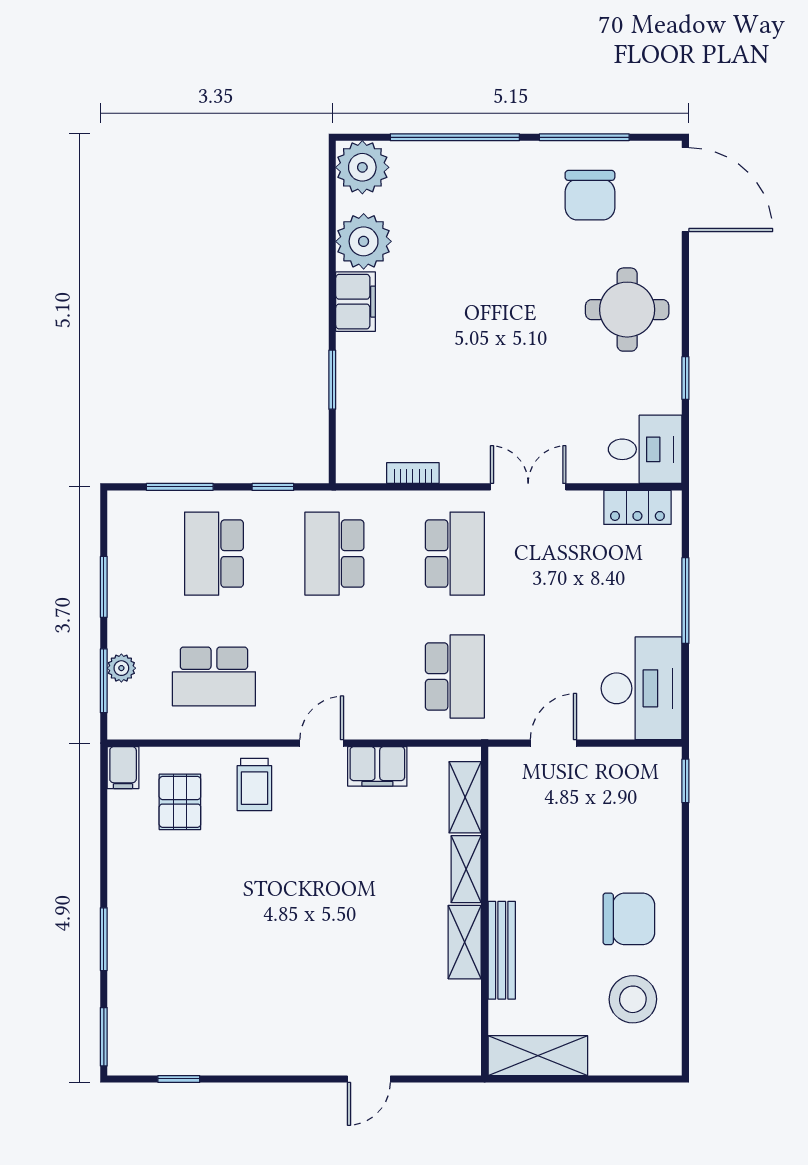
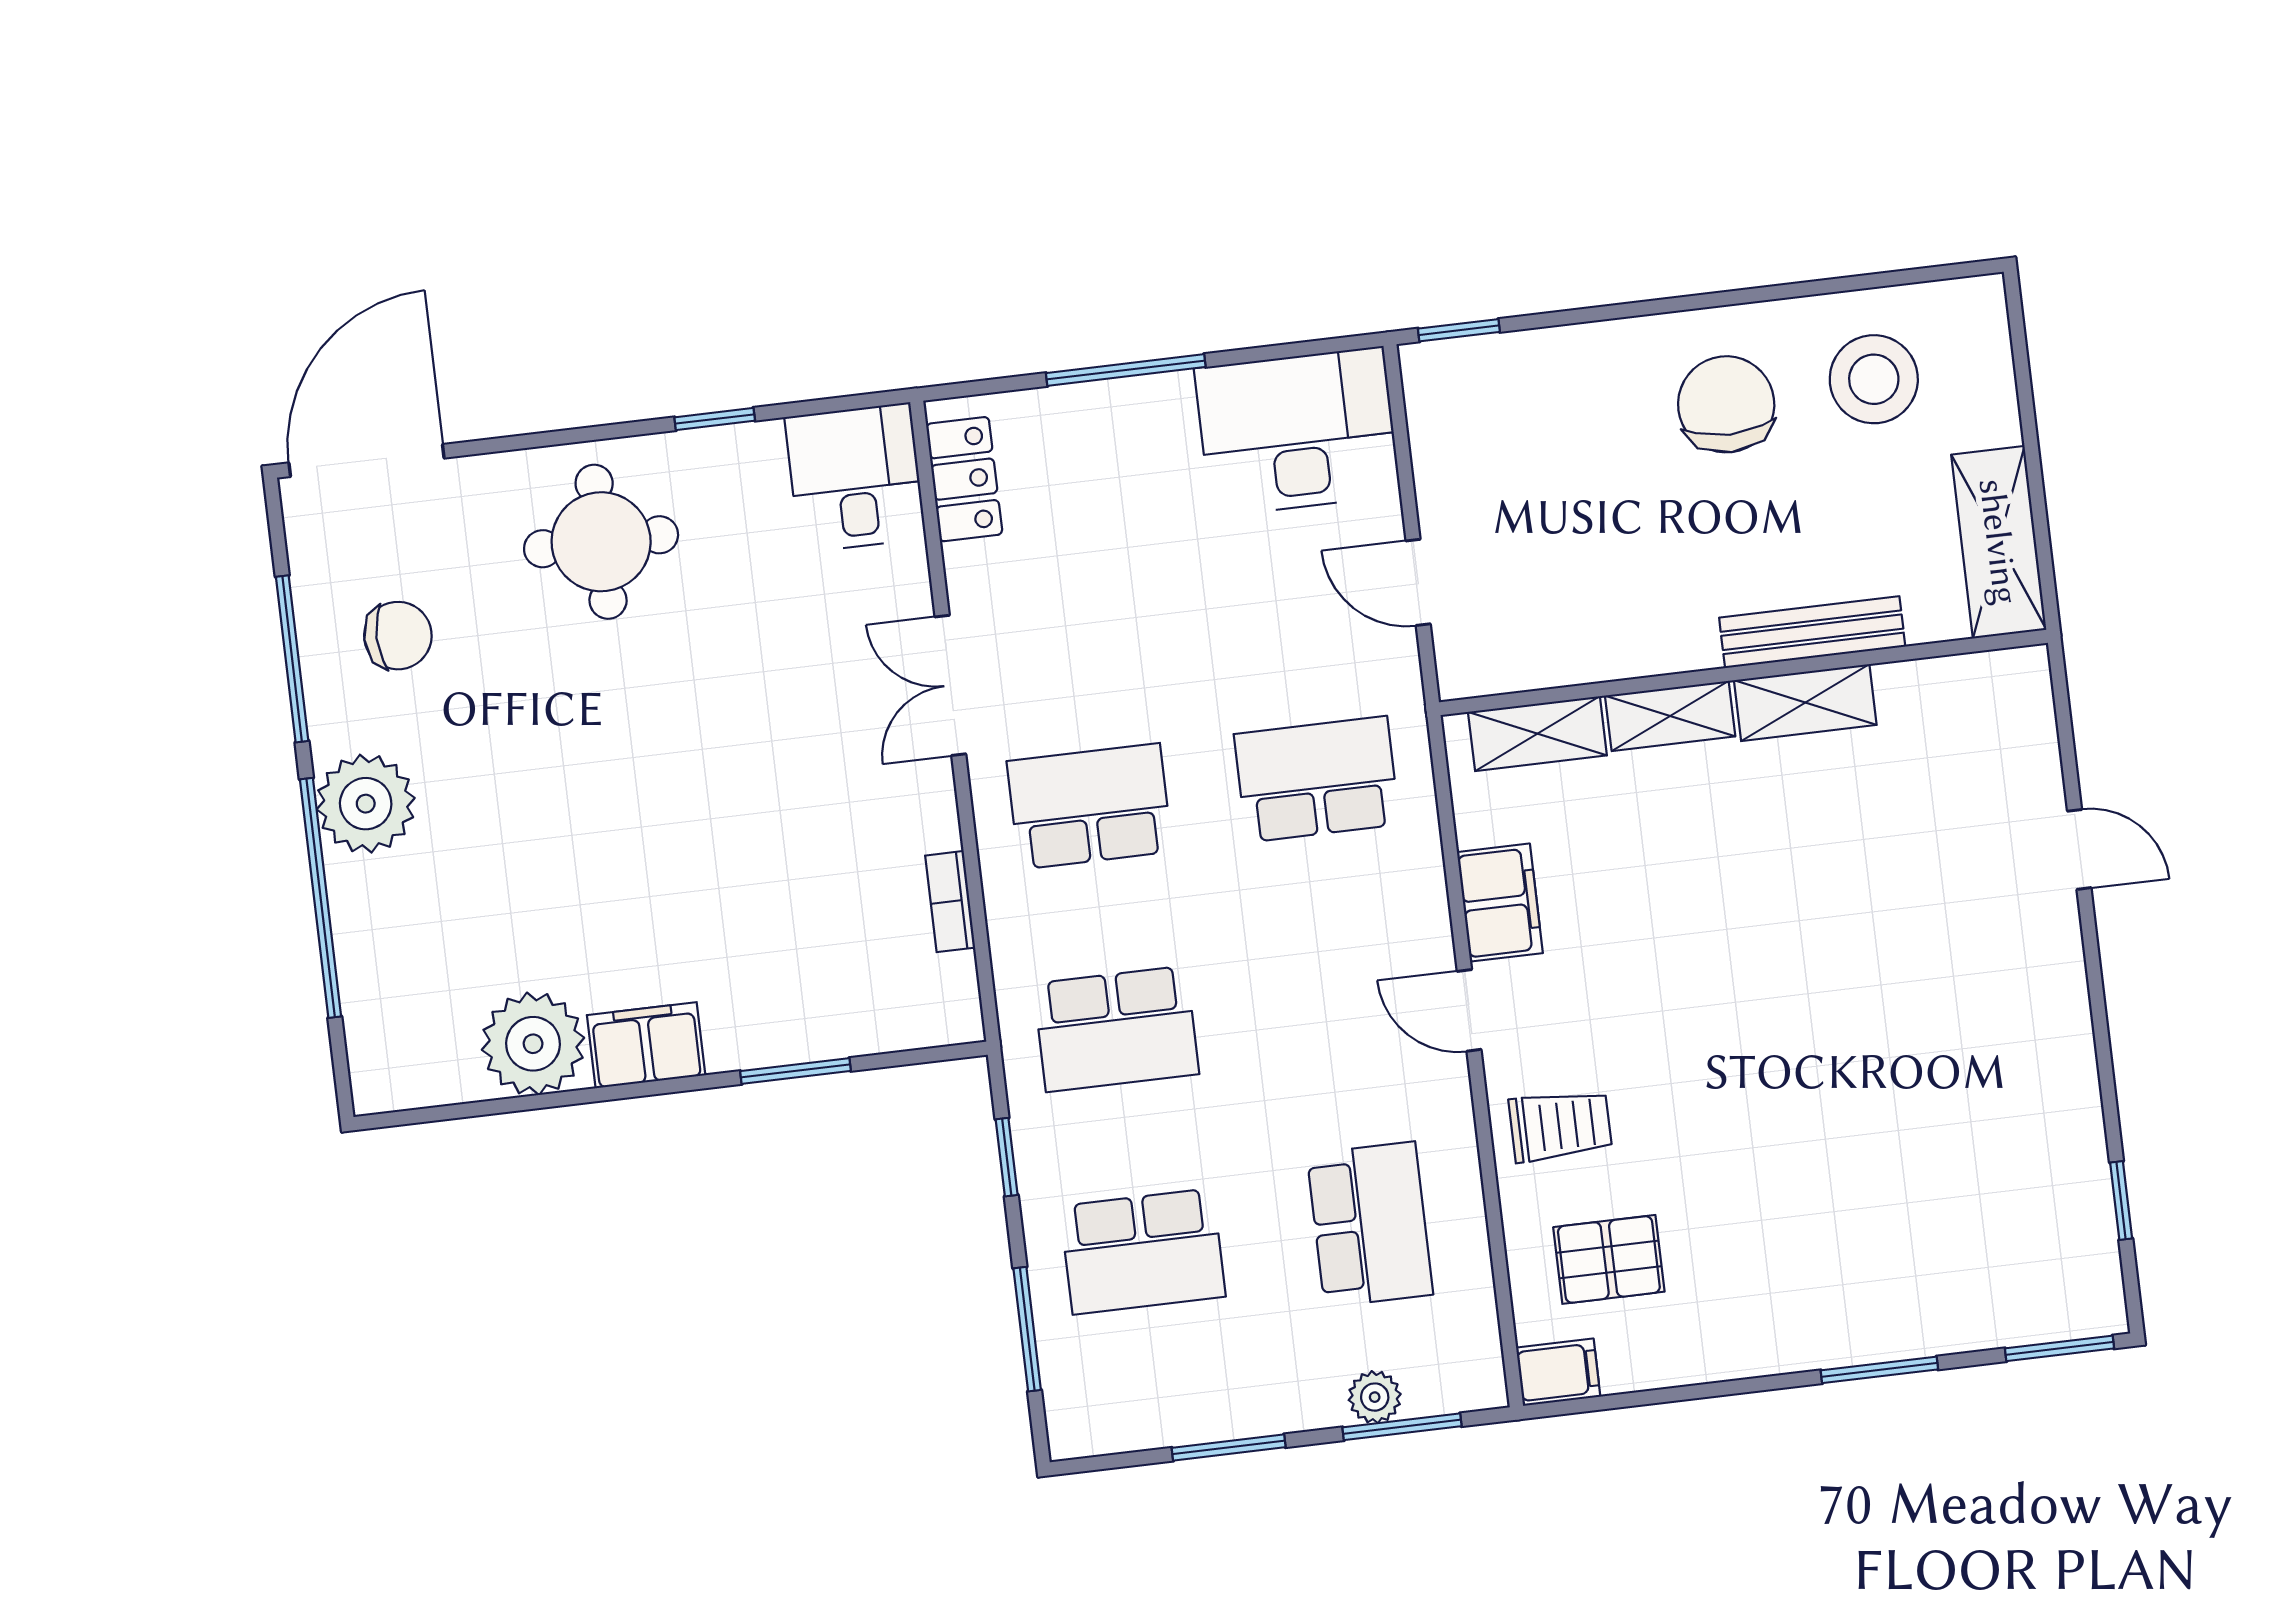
plant: (362, 167) -> (366, 804), moved
chair: (590, 195) -> (398, 636), width x0.73, depth x0.73

